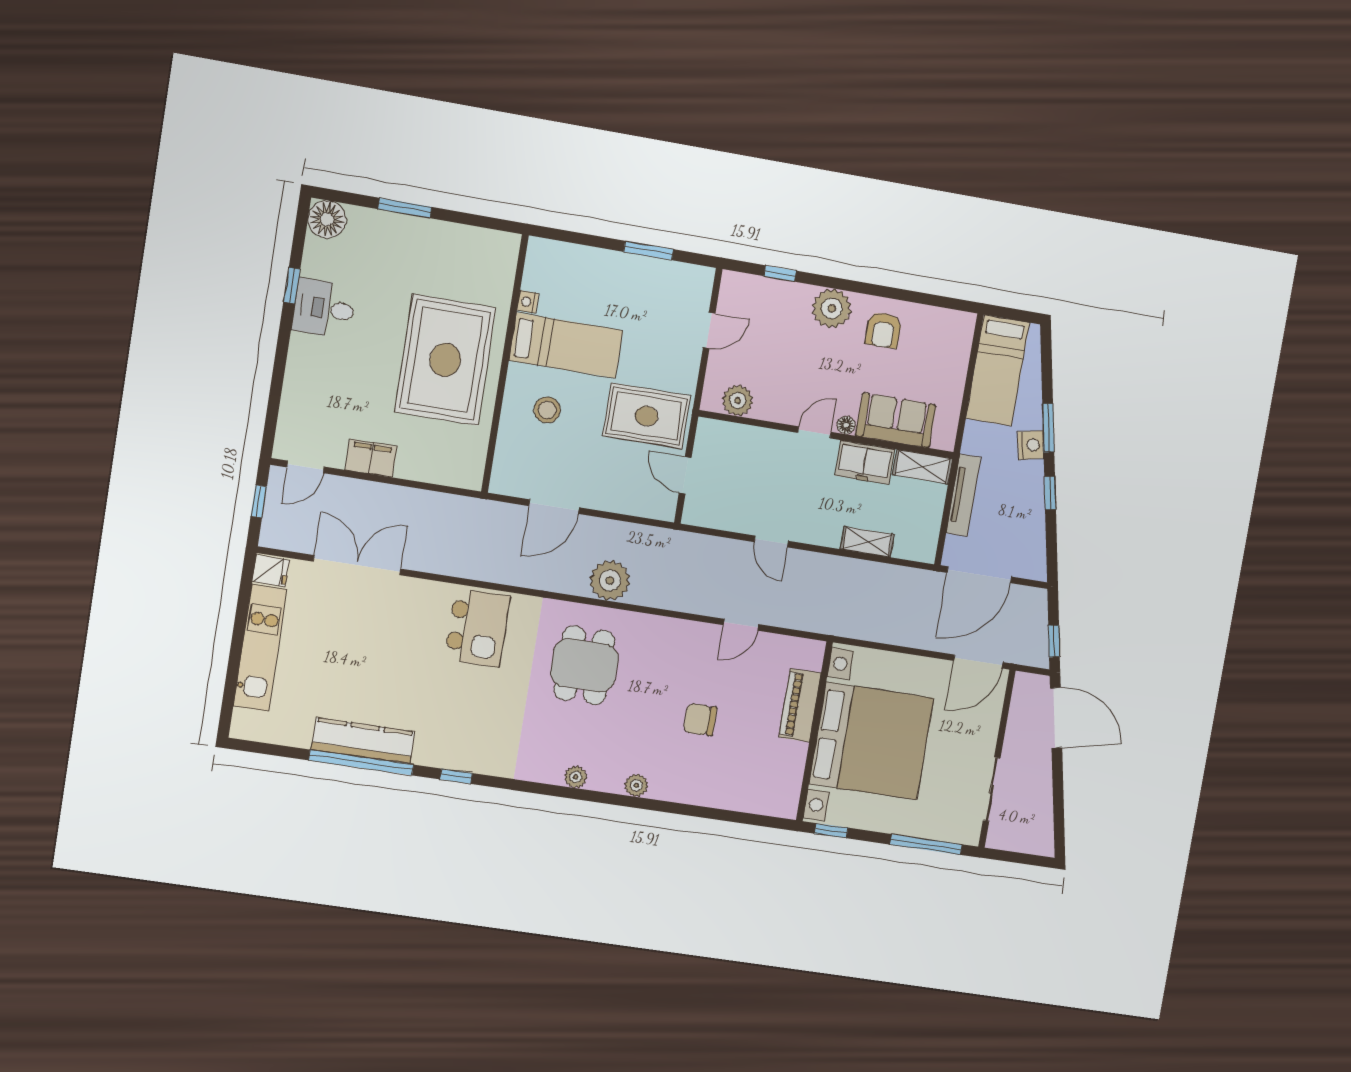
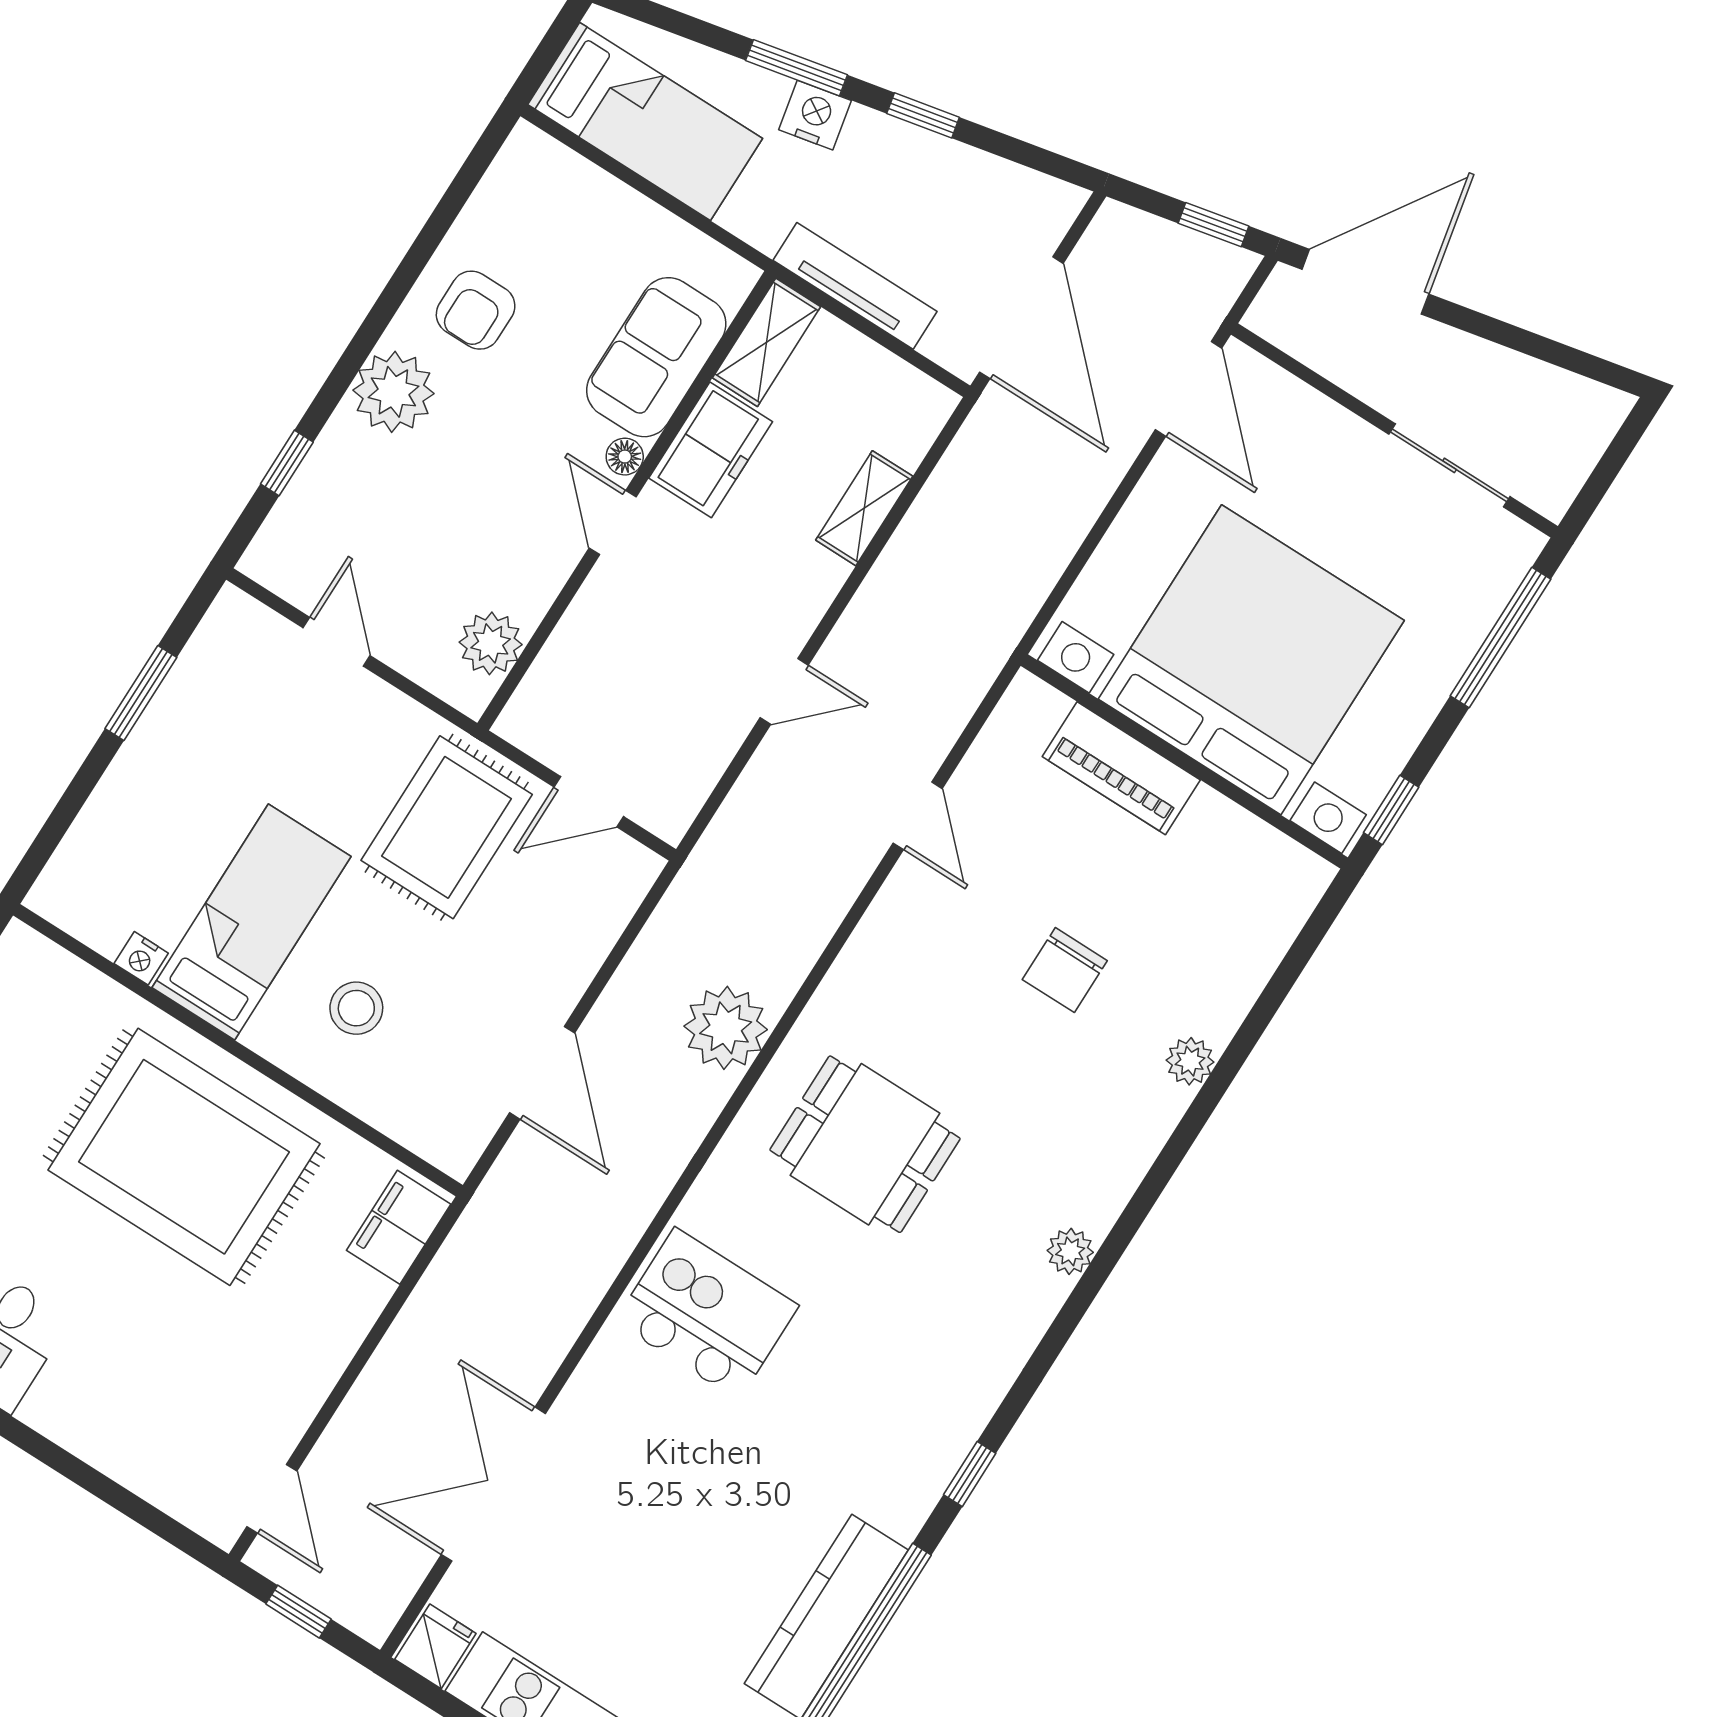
armchair: (883, 330) -> (476, 310), turned 90
filing cabinet: (371, 458) -> (399, 1227), moved
plant: (636, 785) -> (1190, 1061), moved

